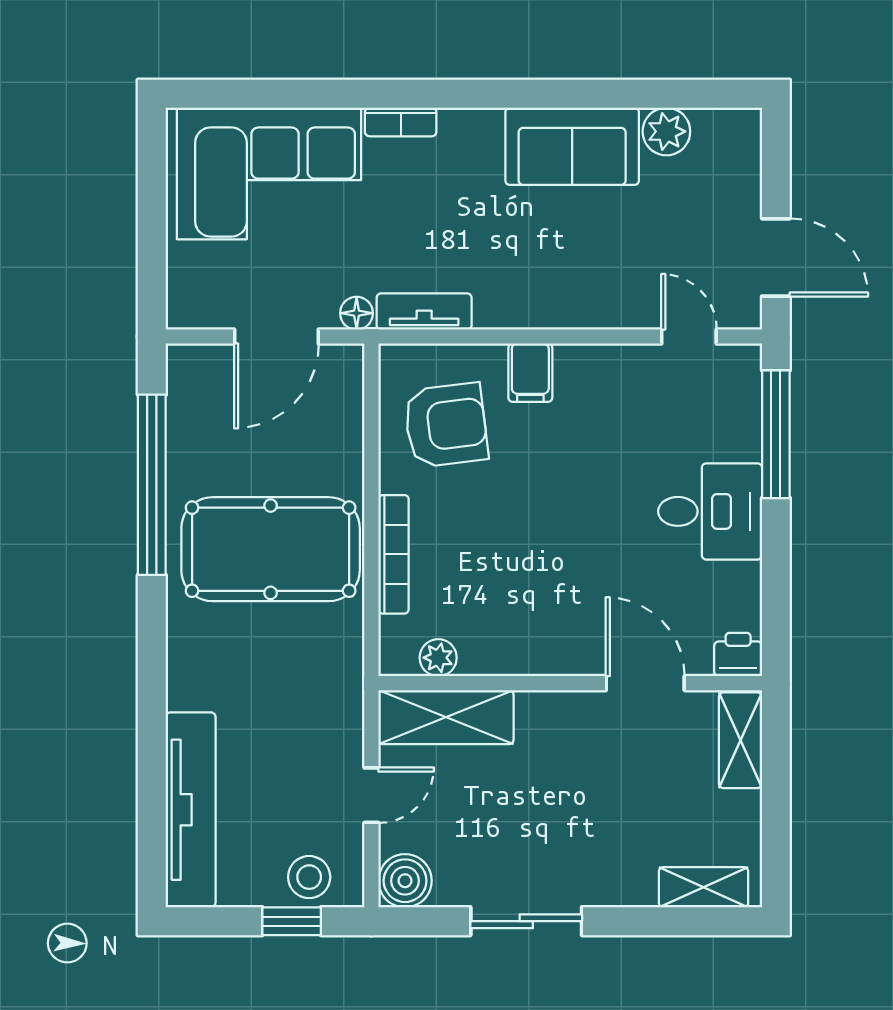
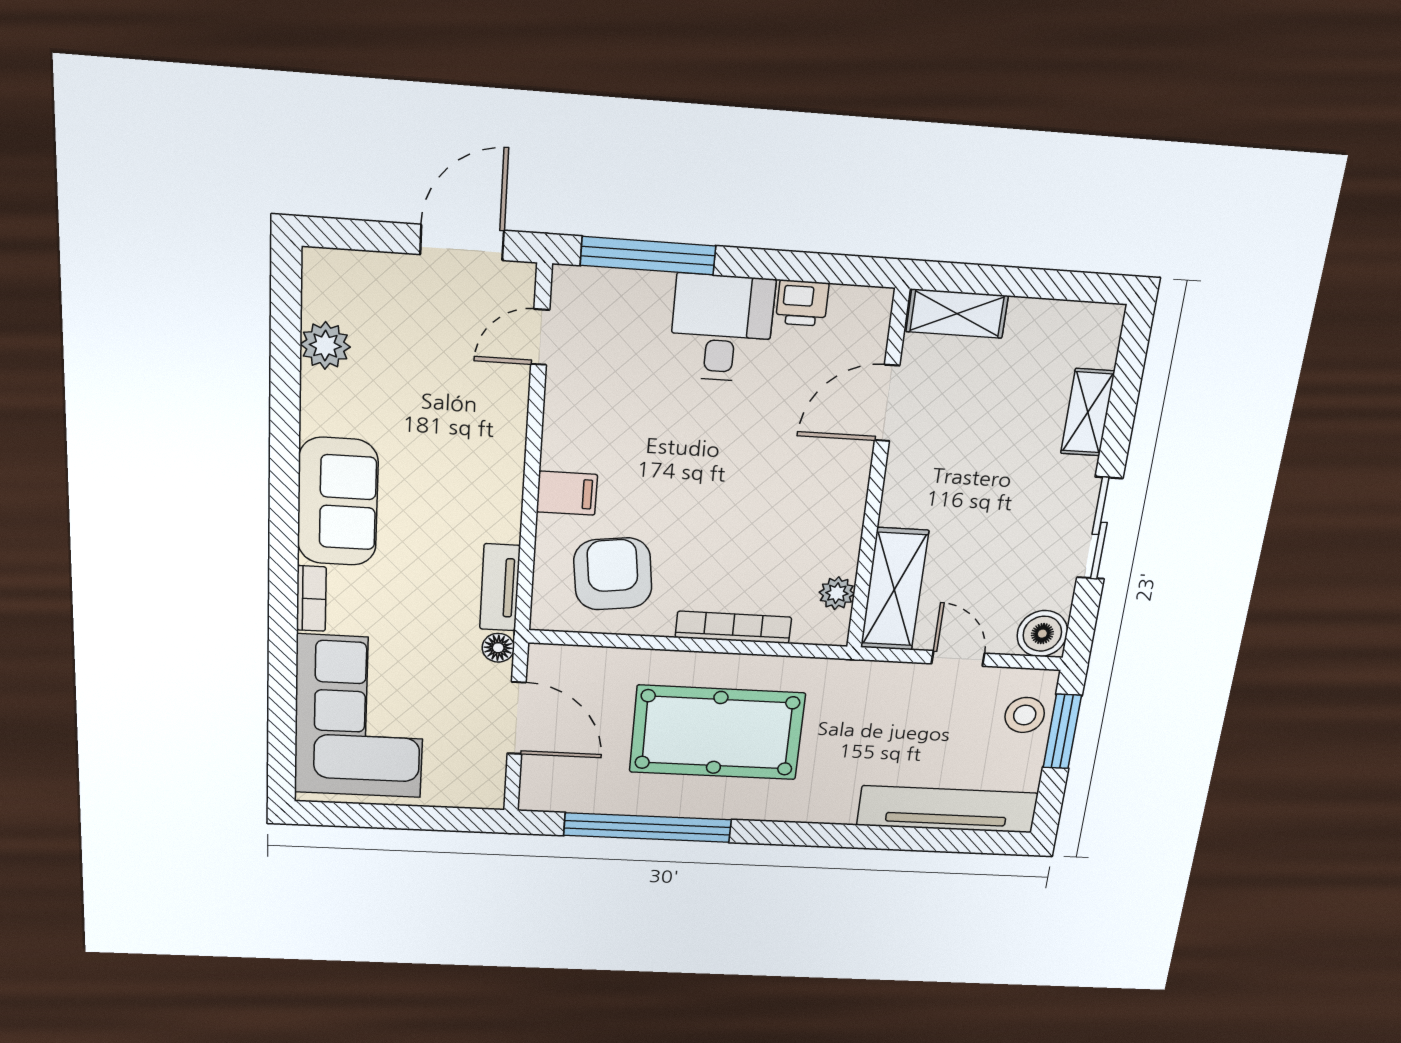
sofa: (572, 146) -> (338, 502), moved
pool table: (271, 549) -> (717, 733), turned 90
printer: (738, 654) -> (802, 303), moved, turned -90
shelving: (704, 887) -> (1088, 412), moved
window: (292, 921) -> (1062, 732), width x1.50

